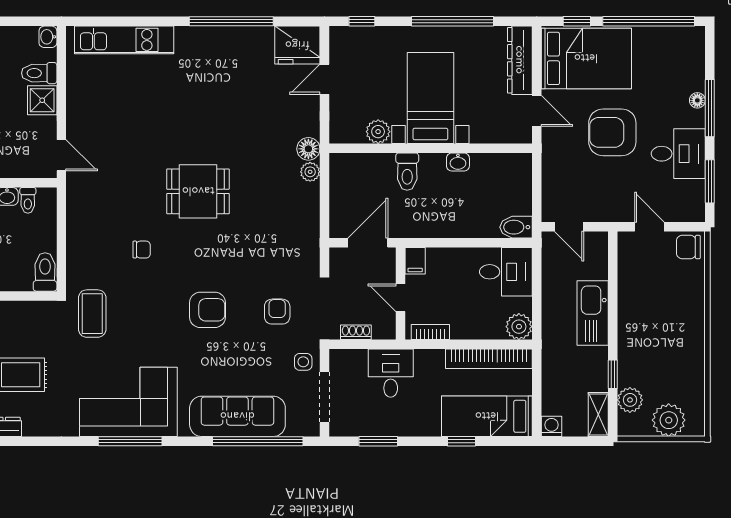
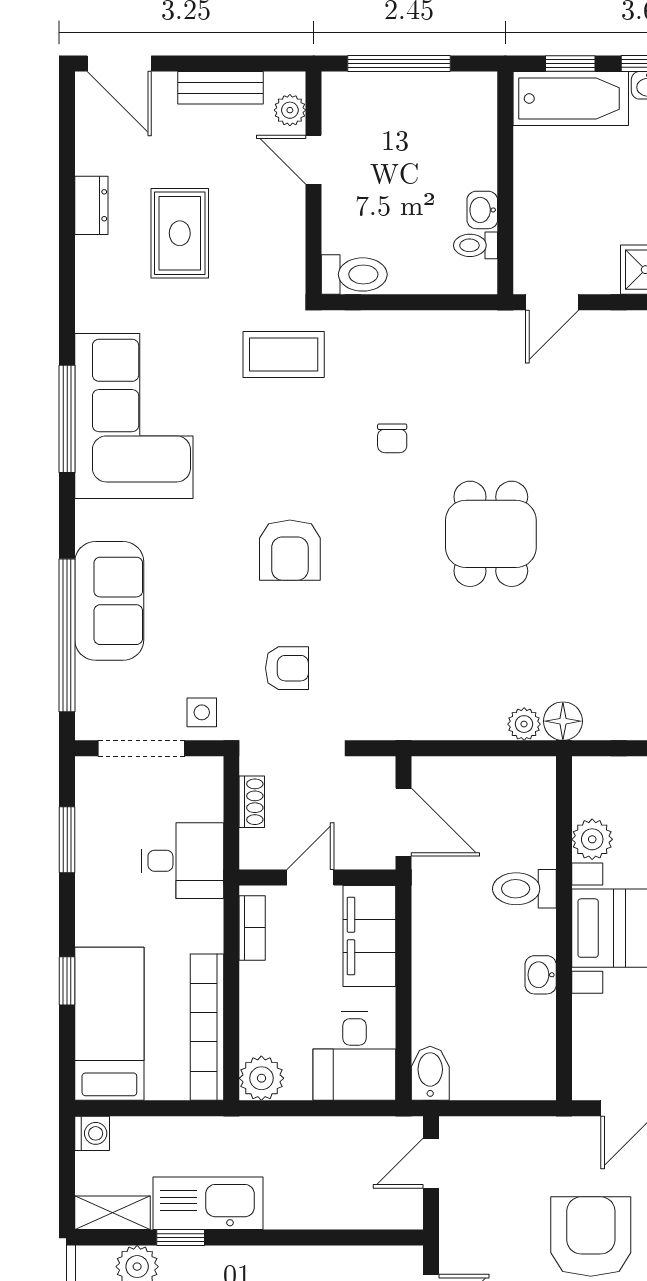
filing cabinet: (415, 261) -> (369, 936), width x3.00, depth x1.17
kitchen sink: (593, 313) -> (208, 1203), moved
sofa: (237, 416) -> (109, 601), width x0.73

